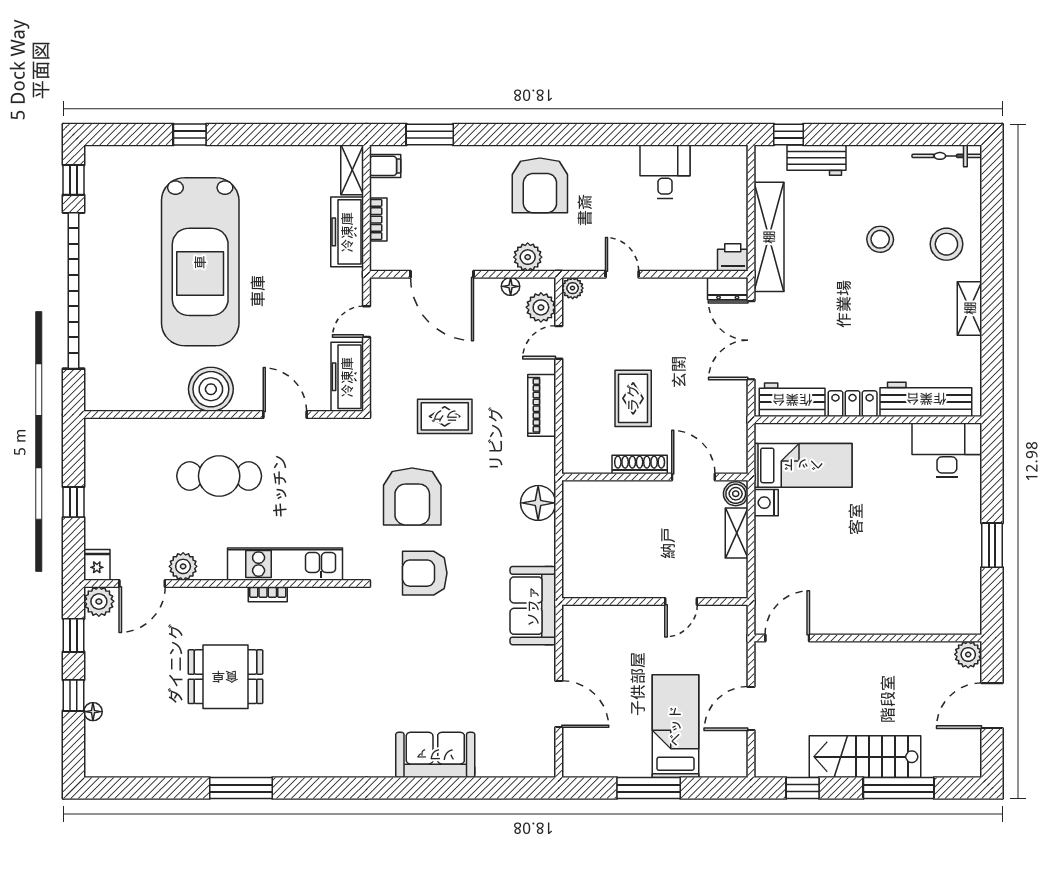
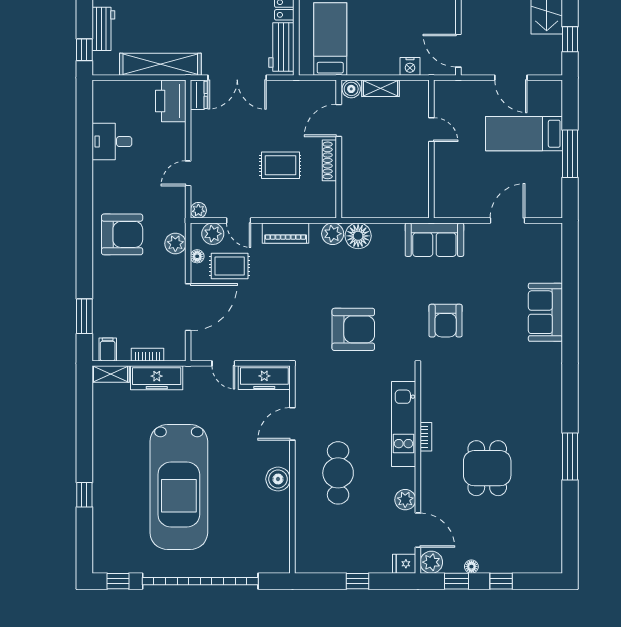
printer: (733, 257) -> (171, 101), width x1.87, depth x1.48
car: (200, 262) -> (179, 487), turned 90
boiler: (211, 389) -> (278, 479), width x0.73, depth x0.73
rug: (445, 416) -> (230, 266), moved, turned 90
plant: (541, 469) -> (333, 234), added
nightstand: (766, 503) -> (410, 66), moved
armchair: (425, 573) -> (446, 321), moved
floor lamp: (93, 712) -> (471, 567), moved

